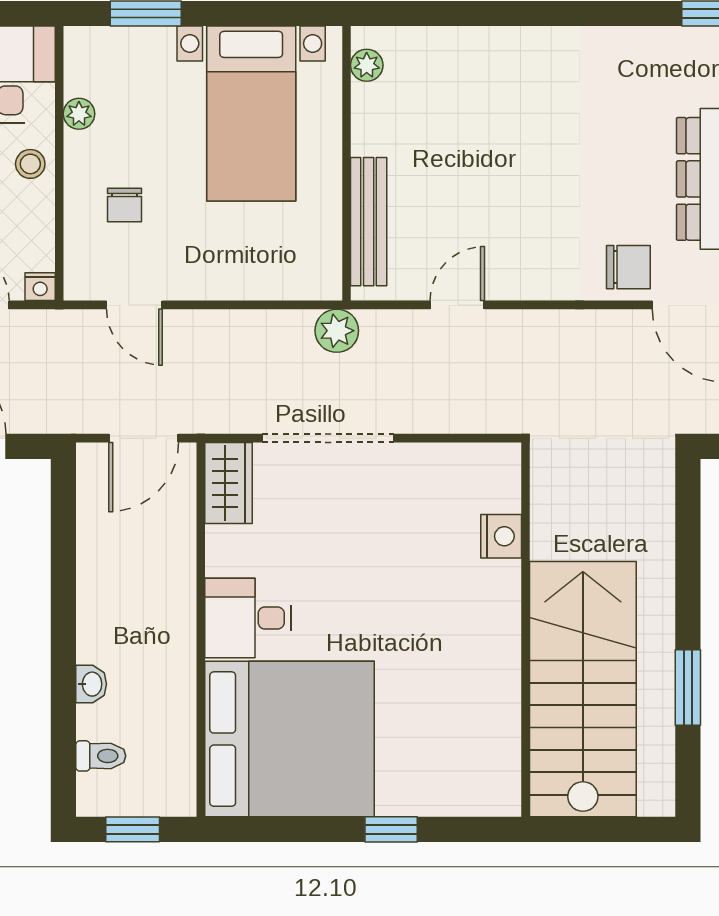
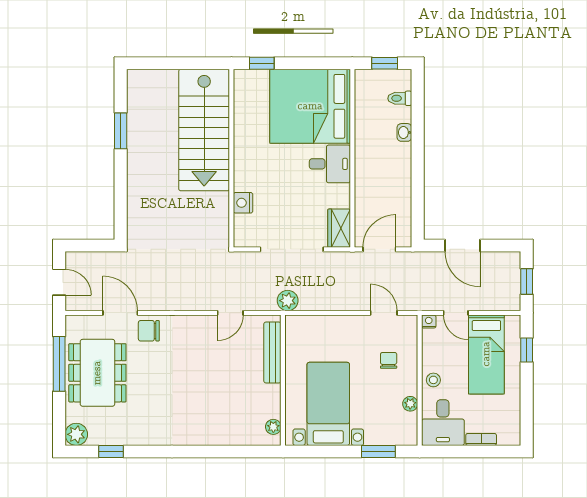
nightstand: (501, 536) -> (243, 203), moved
wall: (525, 630) -> (231, 158), moved
stairs: (583, 689) -> (204, 130), moved

